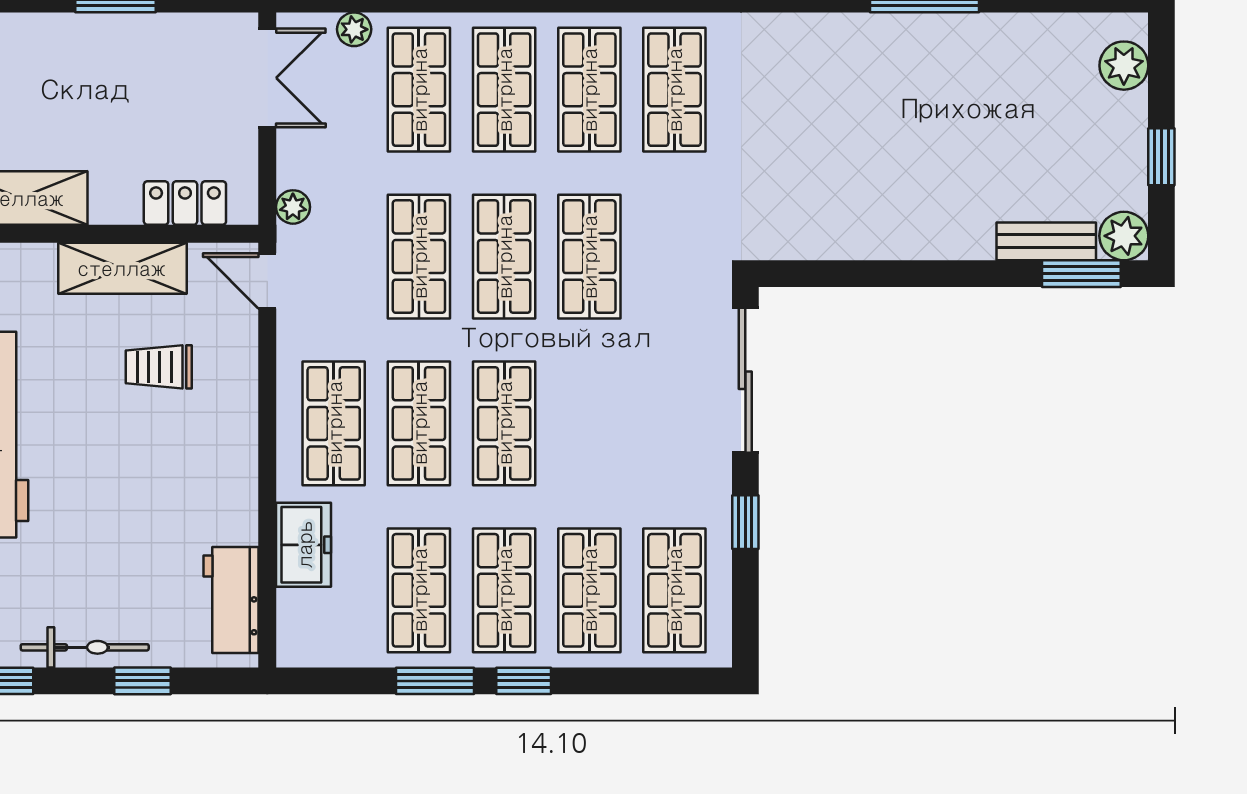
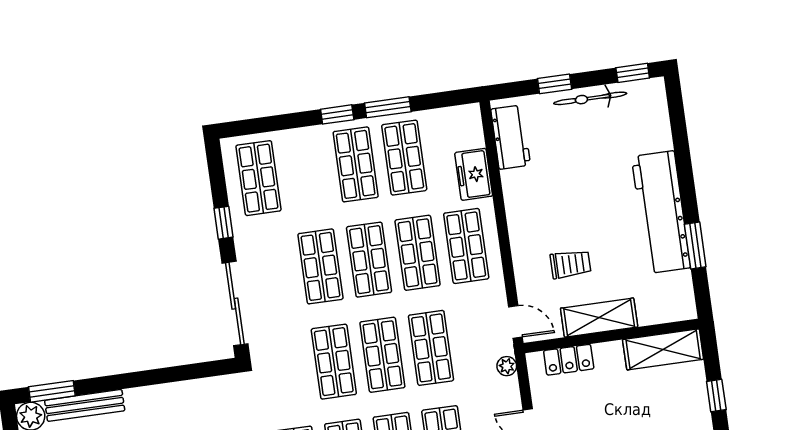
bench: (1046, 241) -> (85, 405), width x1.36
shop shelf: (589, 590) -> (320, 266), moved

